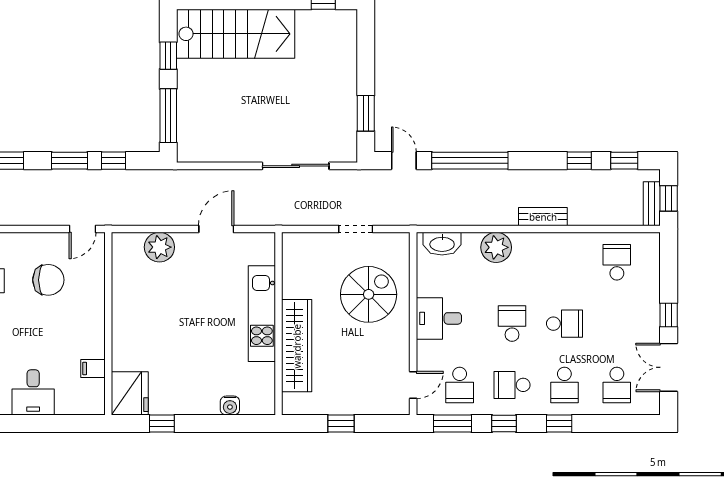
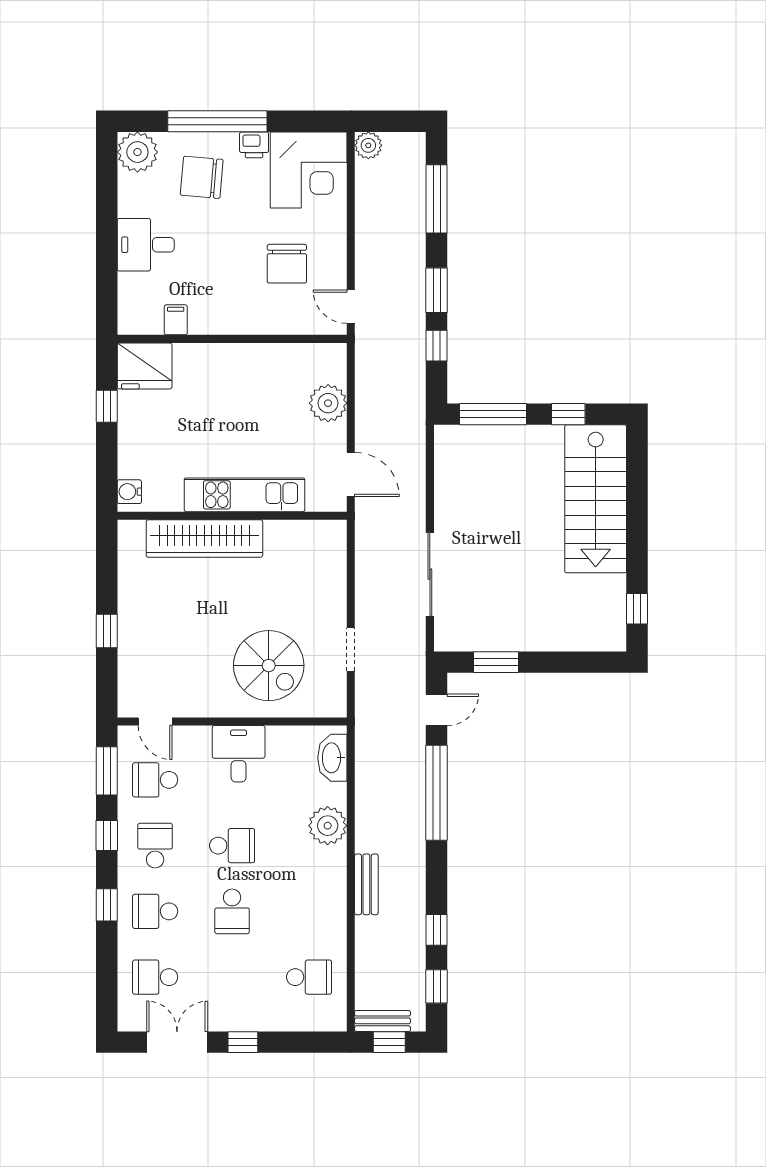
kitchen unit: (262, 314) -> (244, 495), moved
wall: (279, 324) -> (232, 516), moved
wardrobe: (297, 346) -> (204, 539), moved

